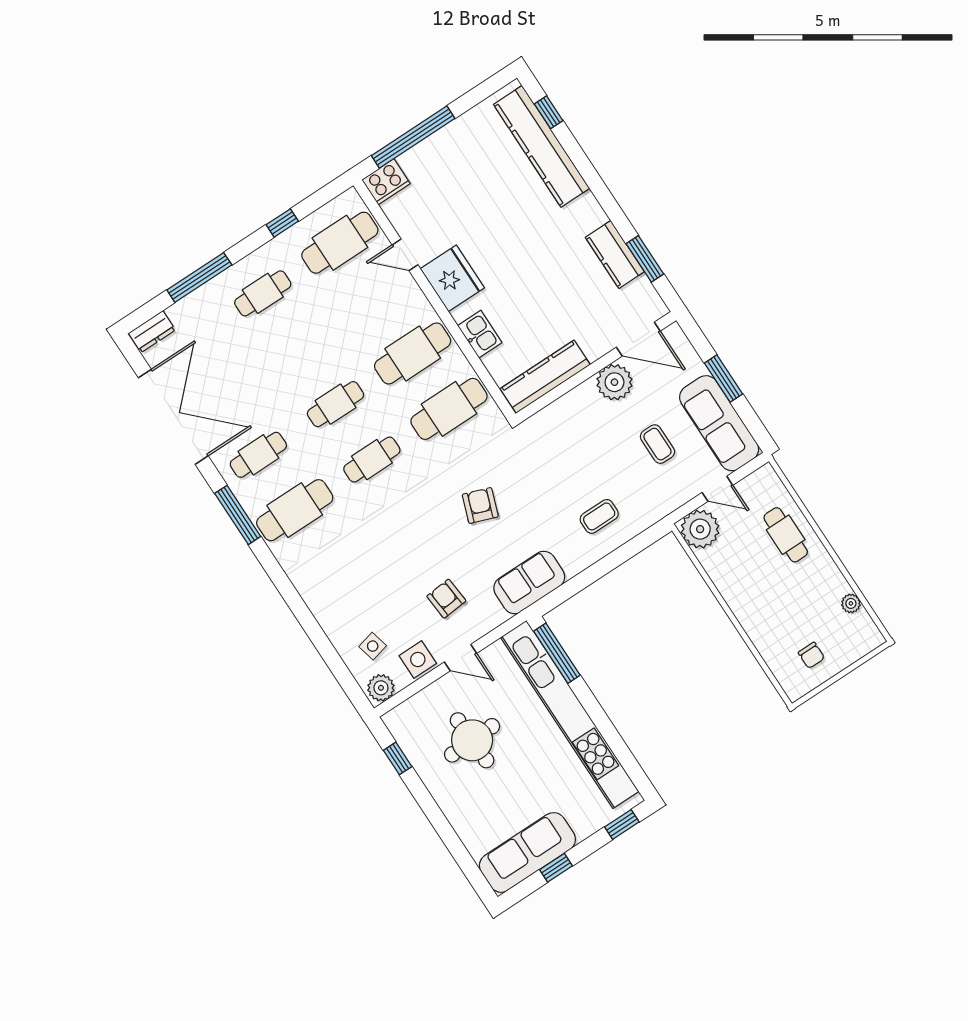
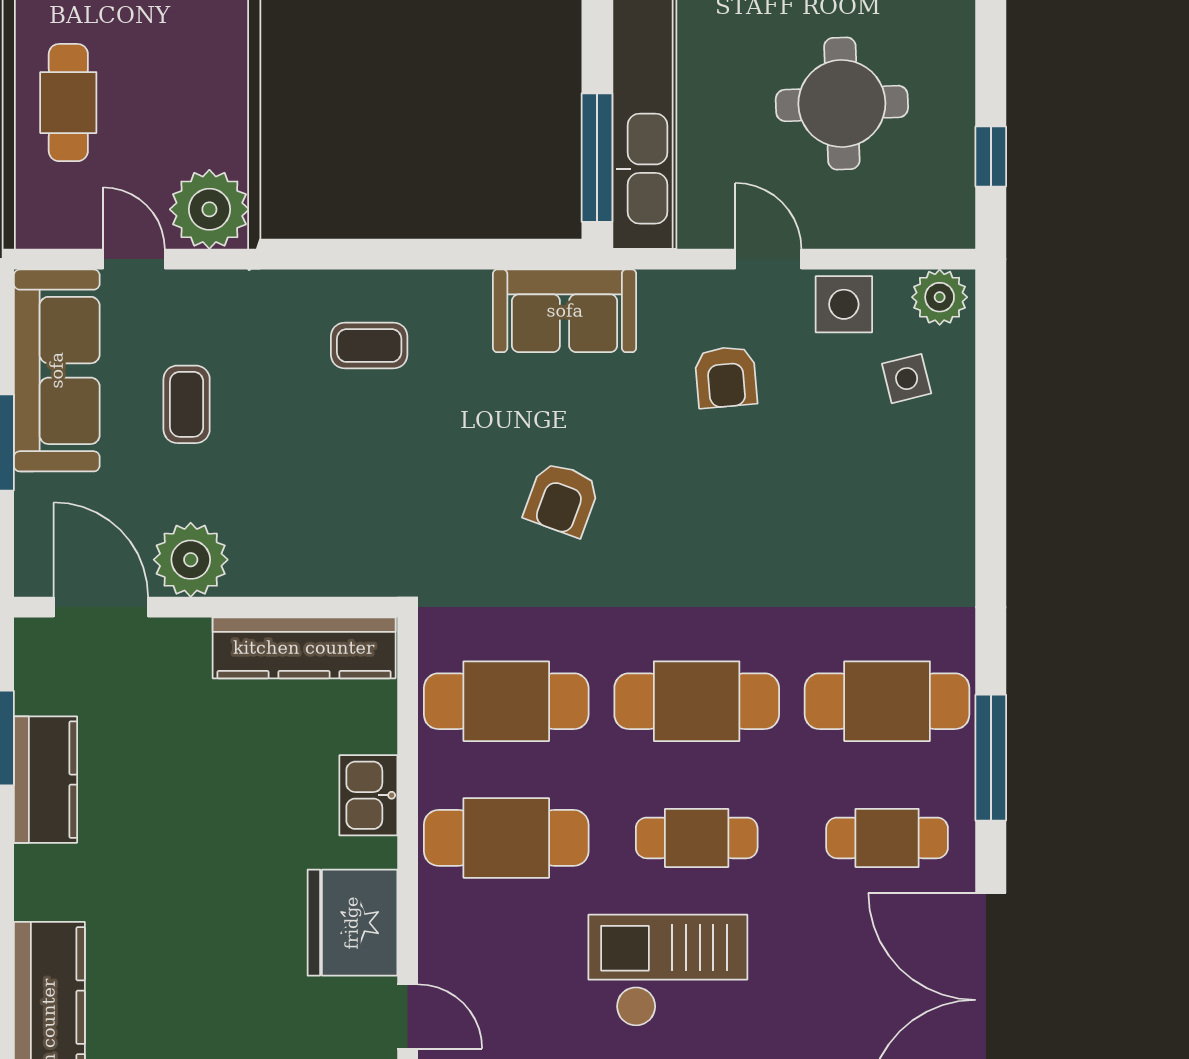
checkout: (312, 343) -> (668, 971), added
cafe table: (372, 460) -> (697, 701), width x1.37, depth x1.35

